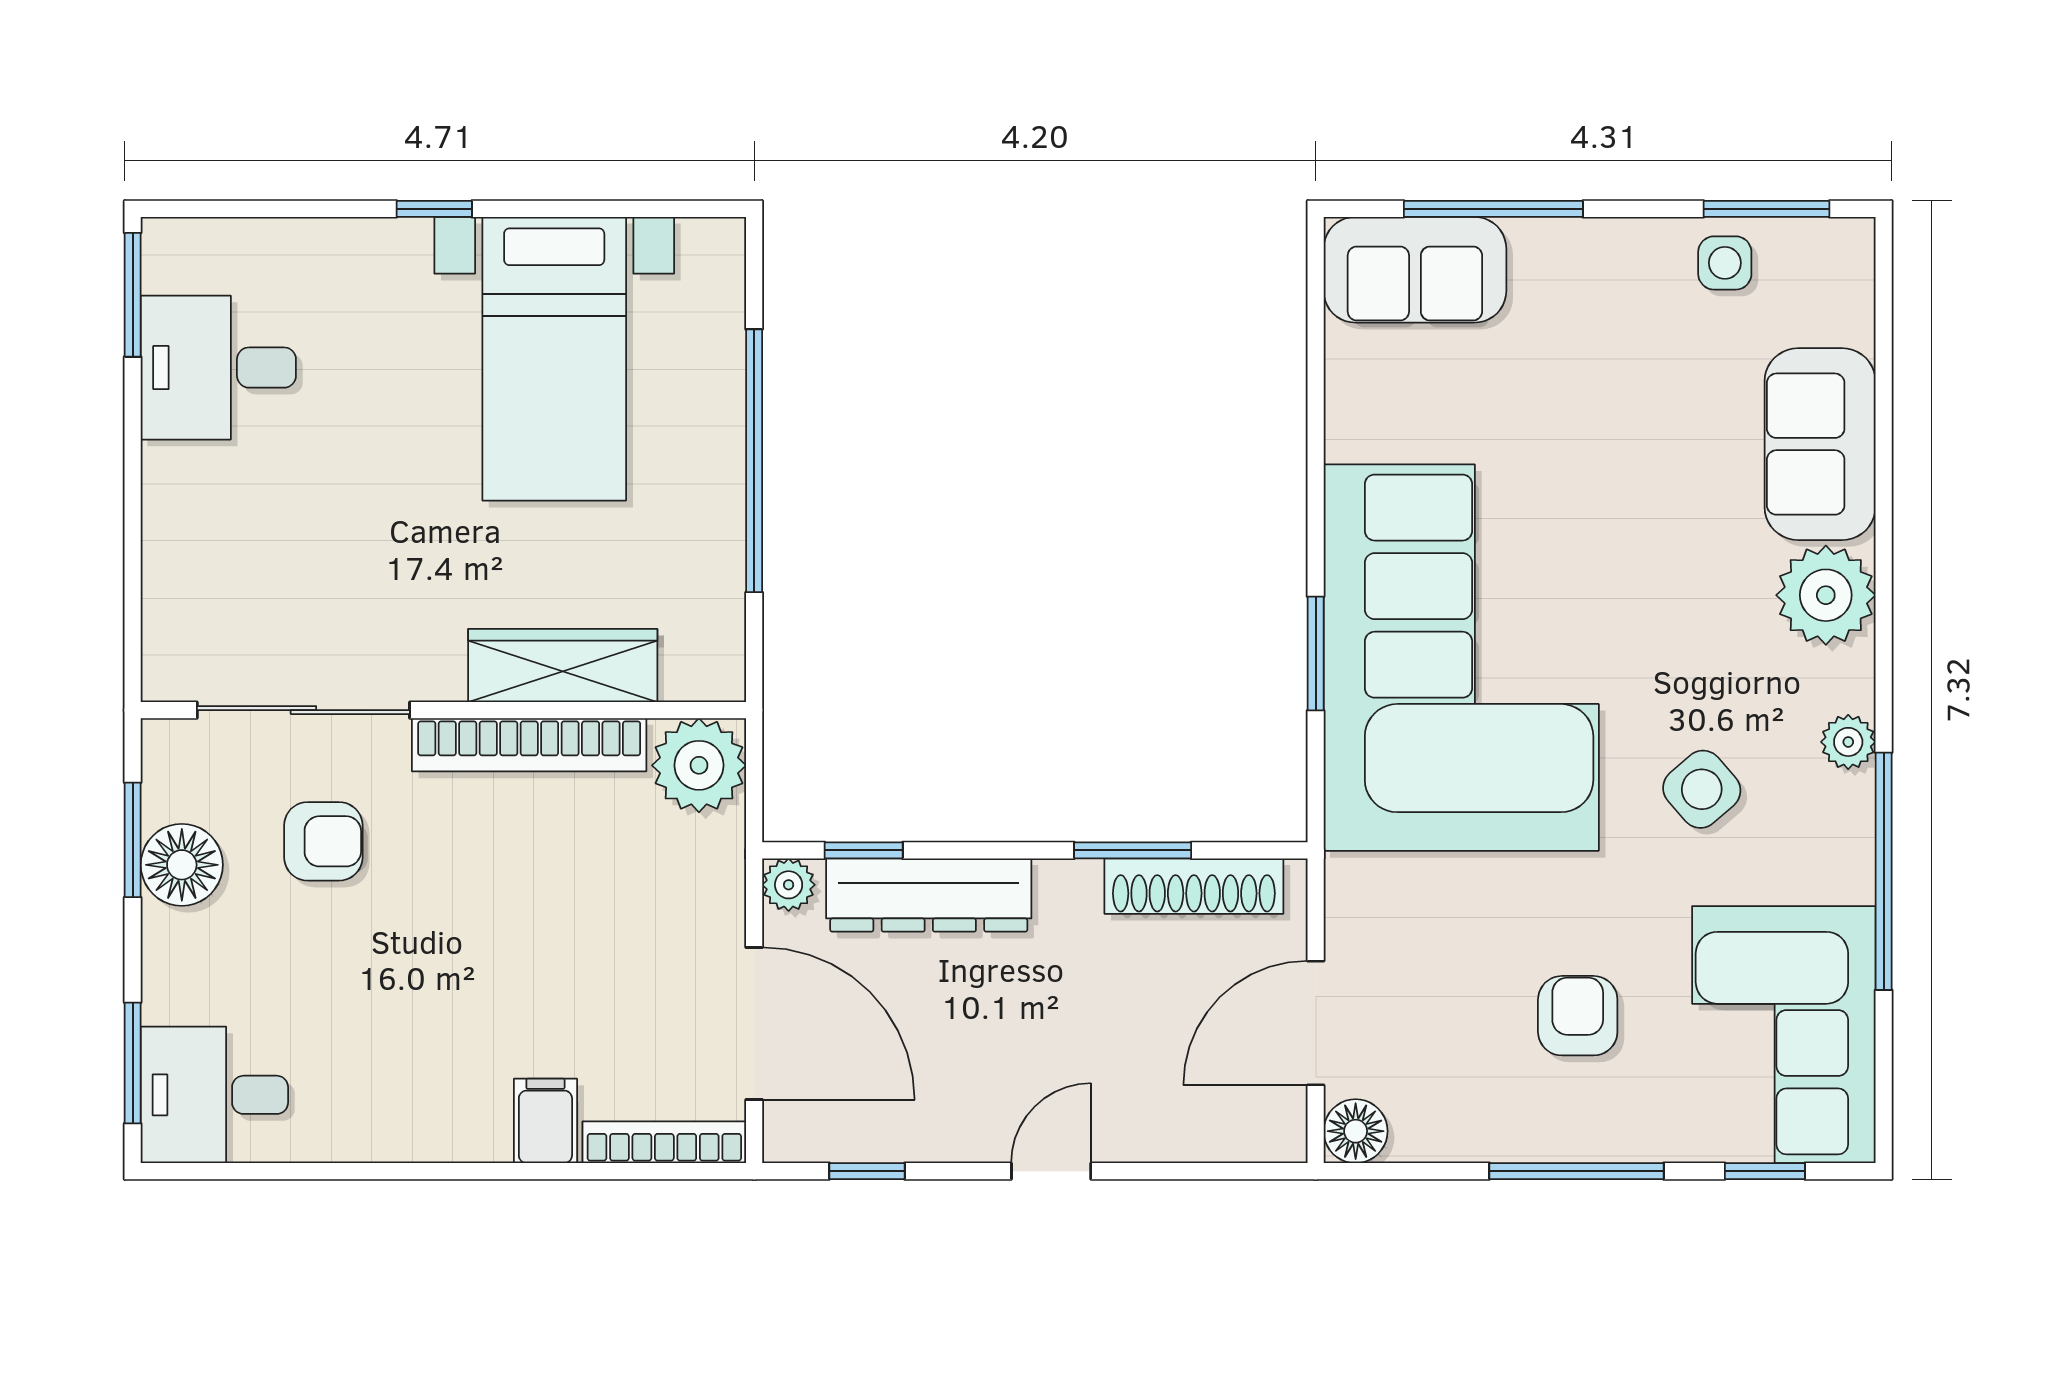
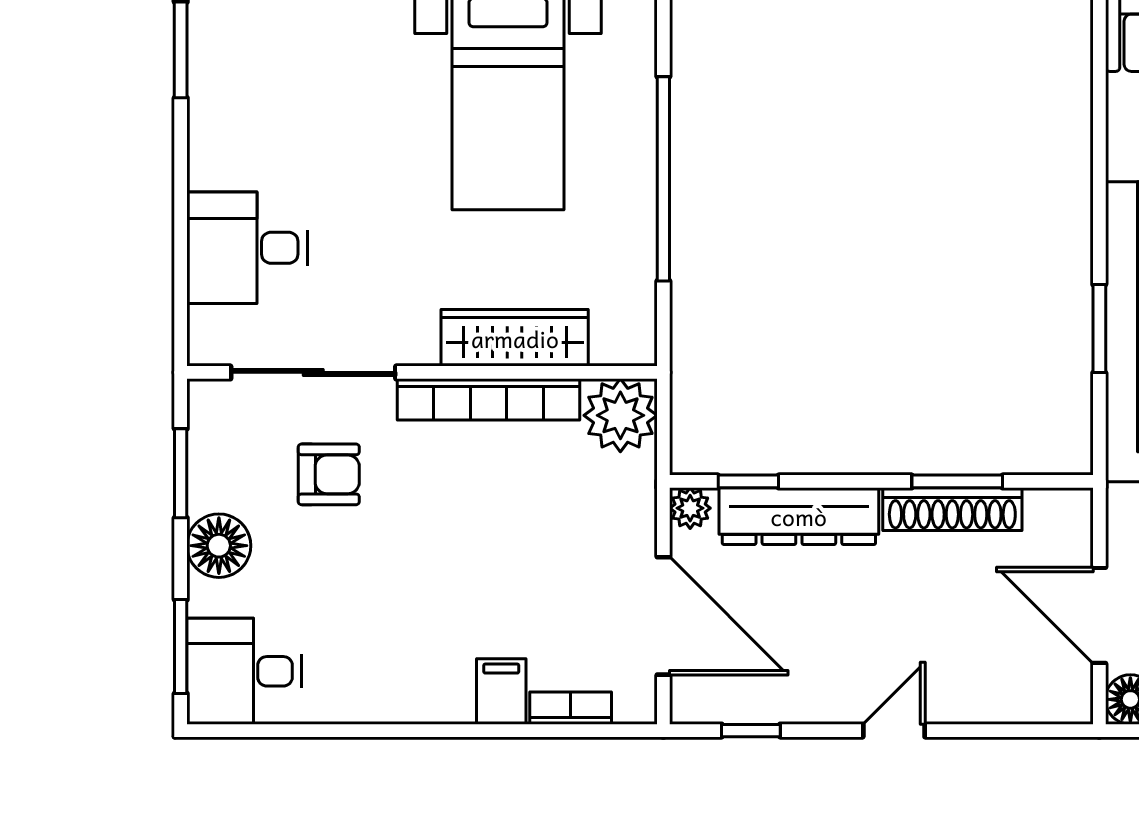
desk: (218, 368) -> (247, 248), moved
floor lamp: (182, 865) -> (219, 546), moved
shoe rack: (1194, 886) -> (952, 509), moved
door: (1316, 1023) -> (1099, 615), hinge flipped
bookcase: (664, 1142) -> (571, 708), width x0.64

